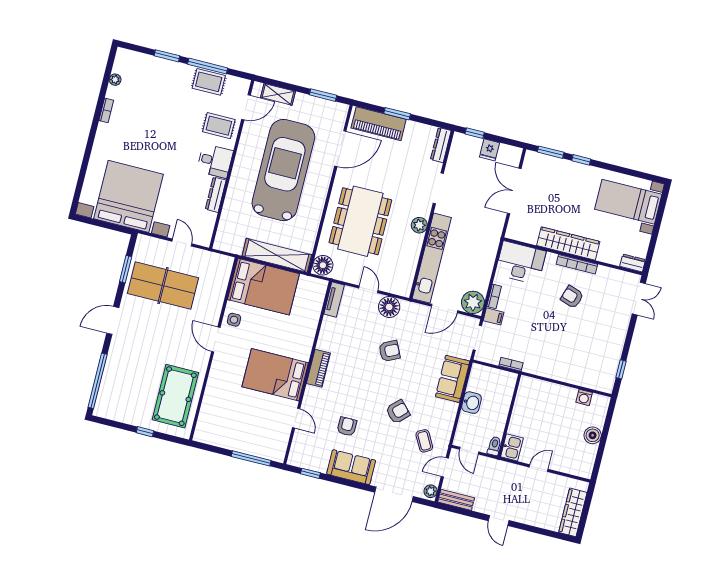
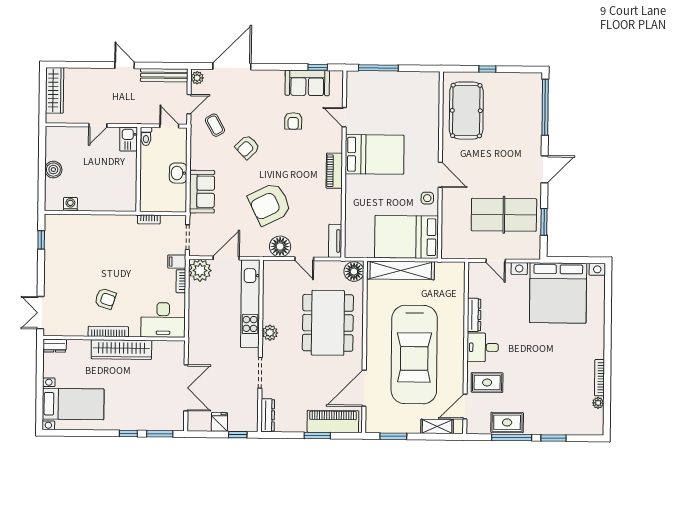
bookcase: (106, 110) -> (599, 378), width x1.56
armchair: (389, 351) -> (270, 204), width x1.88, depth x1.88
sofa: (351, 467) -> (307, 83), moved
bench: (456, 500) -> (164, 75), width x1.36

